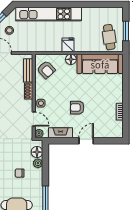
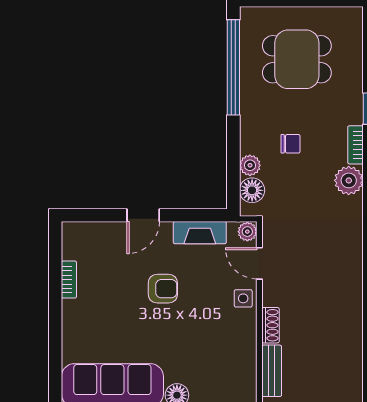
armchair: (46, 70) -> (232, 372), removed

